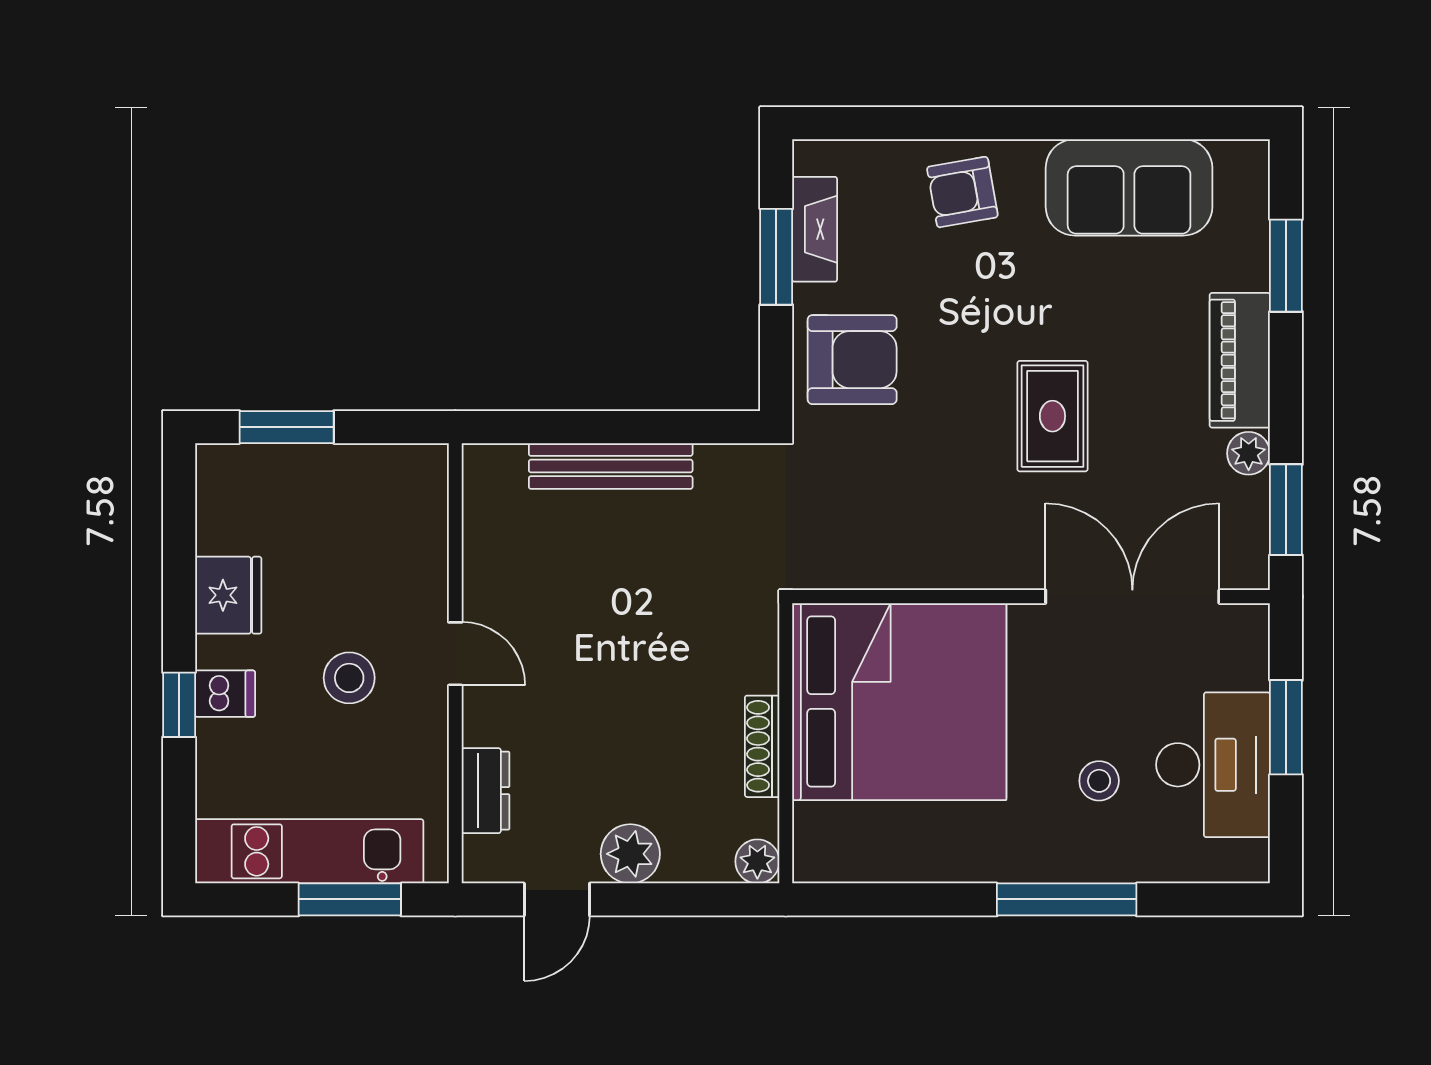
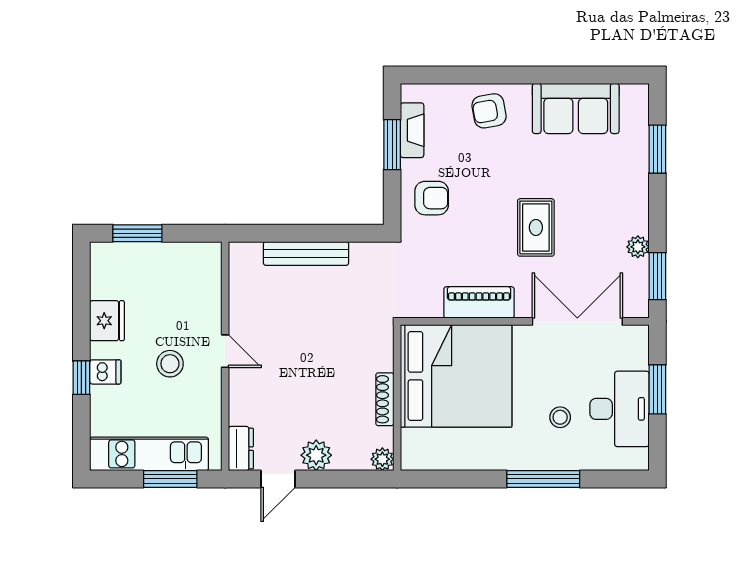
armchair: (852, 360) -> (432, 198), width x0.72, depth x0.72
piano: (1240, 360) -> (479, 302), moved, turned 90
dresser: (486, 791) -> (241, 449), moved

